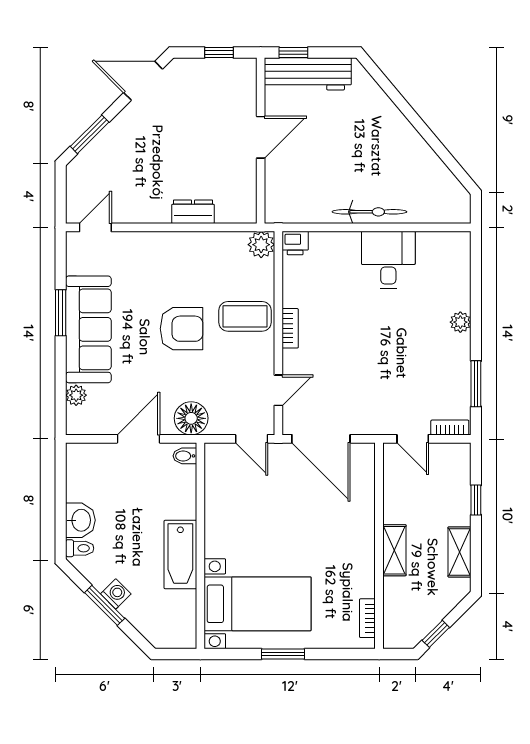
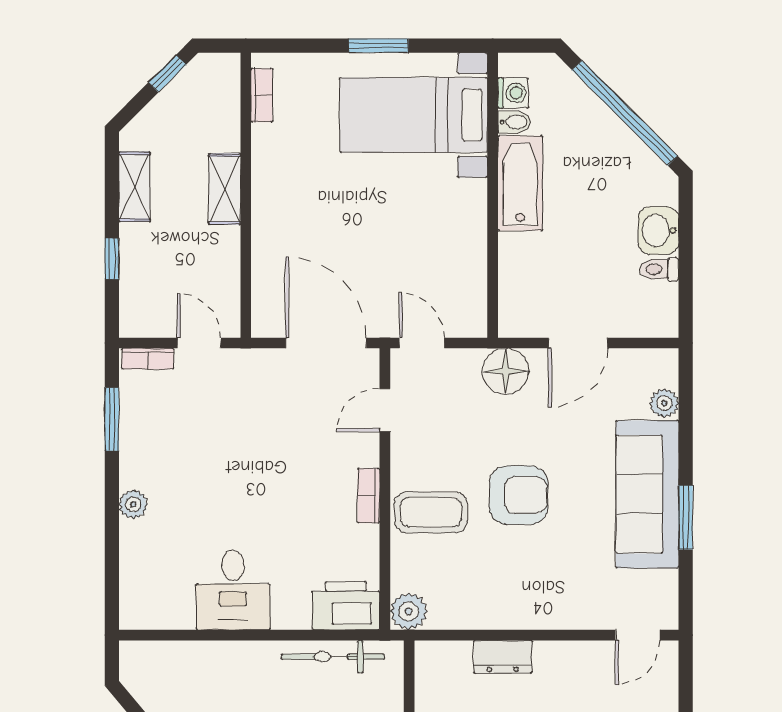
bicycle: (369, 212) -> (333, 657), moved
printer: (295, 243) -> (346, 606), width x1.87, depth x1.48
armchair: (181, 329) -> (519, 495), turned 180
bidet: (185, 456) -> (514, 122), moved
toilet: (80, 548) -> (659, 269), moved
washing machine: (116, 594) -> (513, 93), moved, turned -135
window: (105, 605) -> (625, 113), width x2.11

